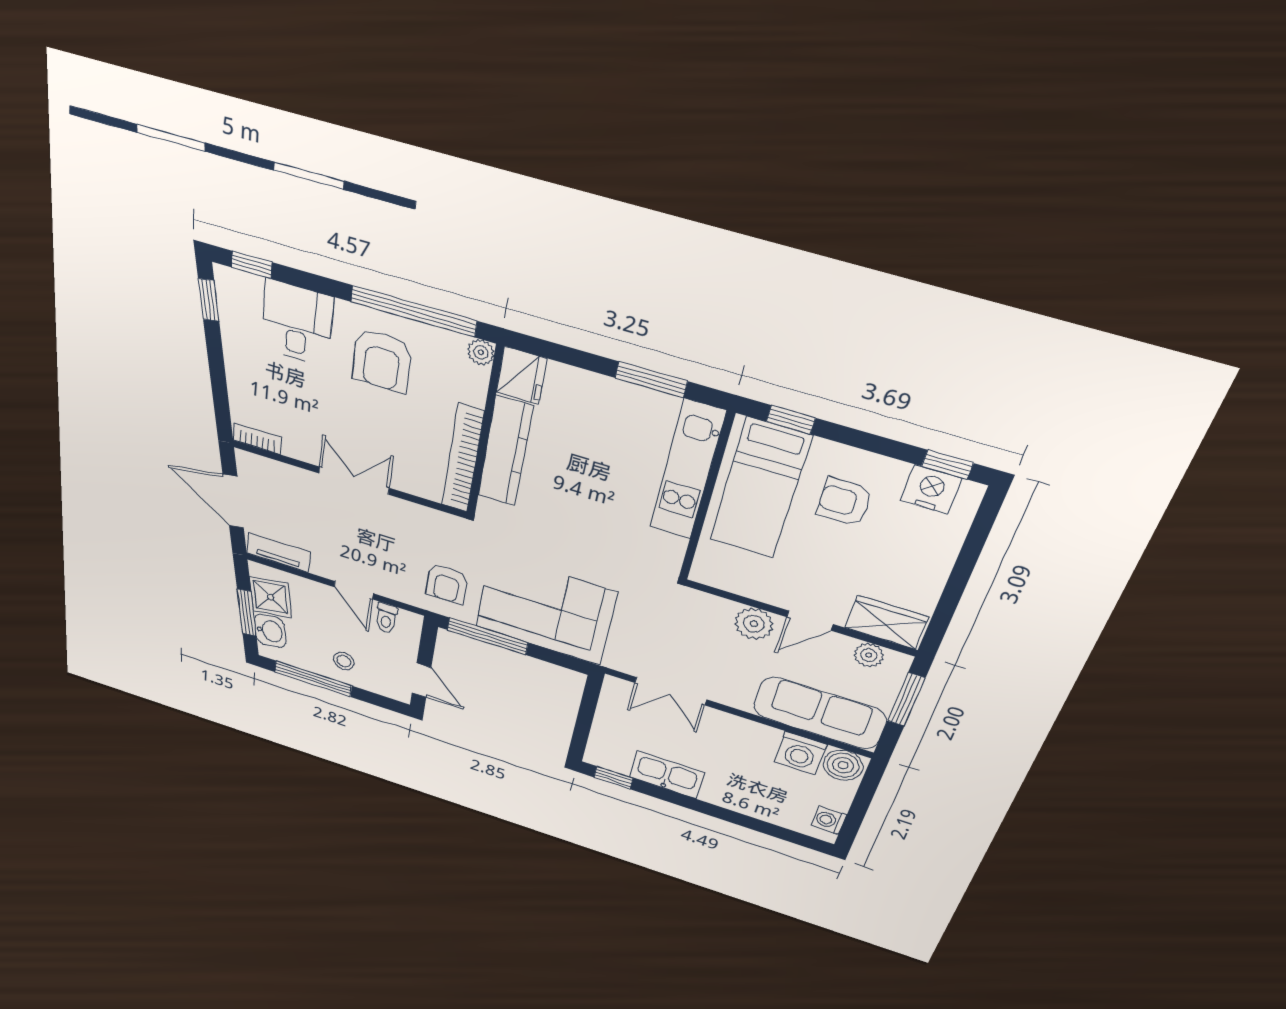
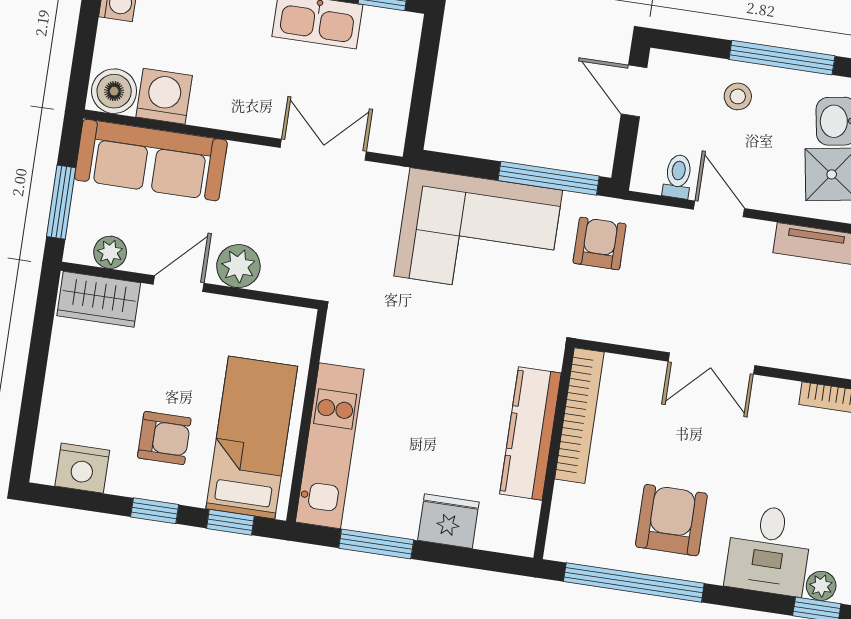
plant: (481, 352) -> (821, 586), moved
fridge: (521, 375) -> (448, 521), moved, turned 90
window: (947, 465) -> (155, 511), moved

